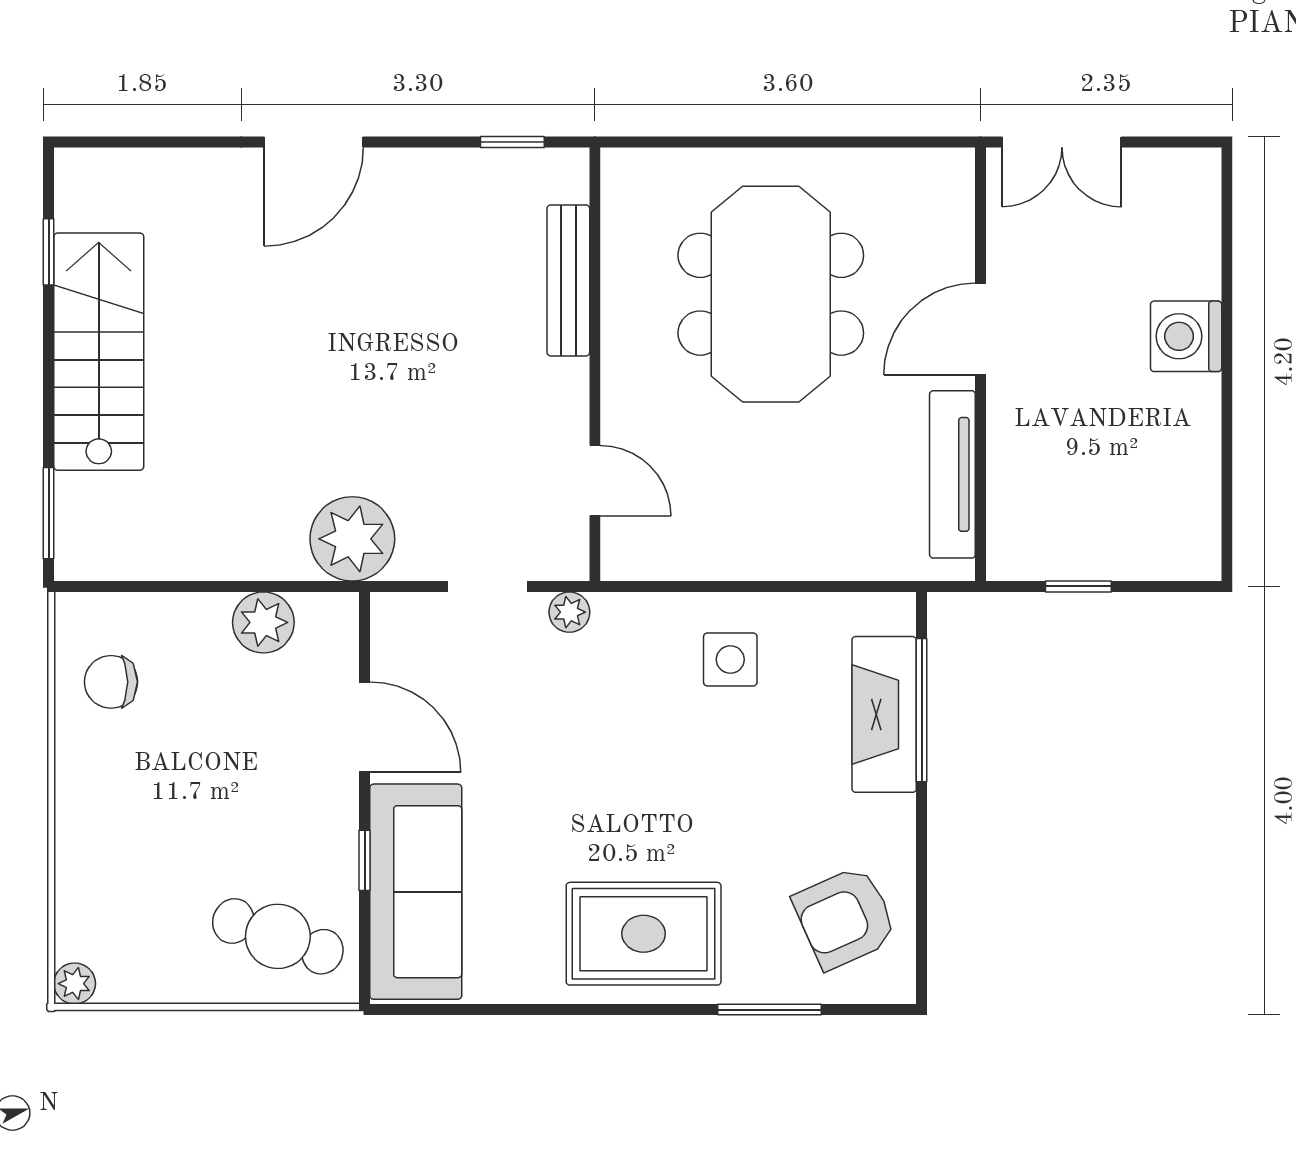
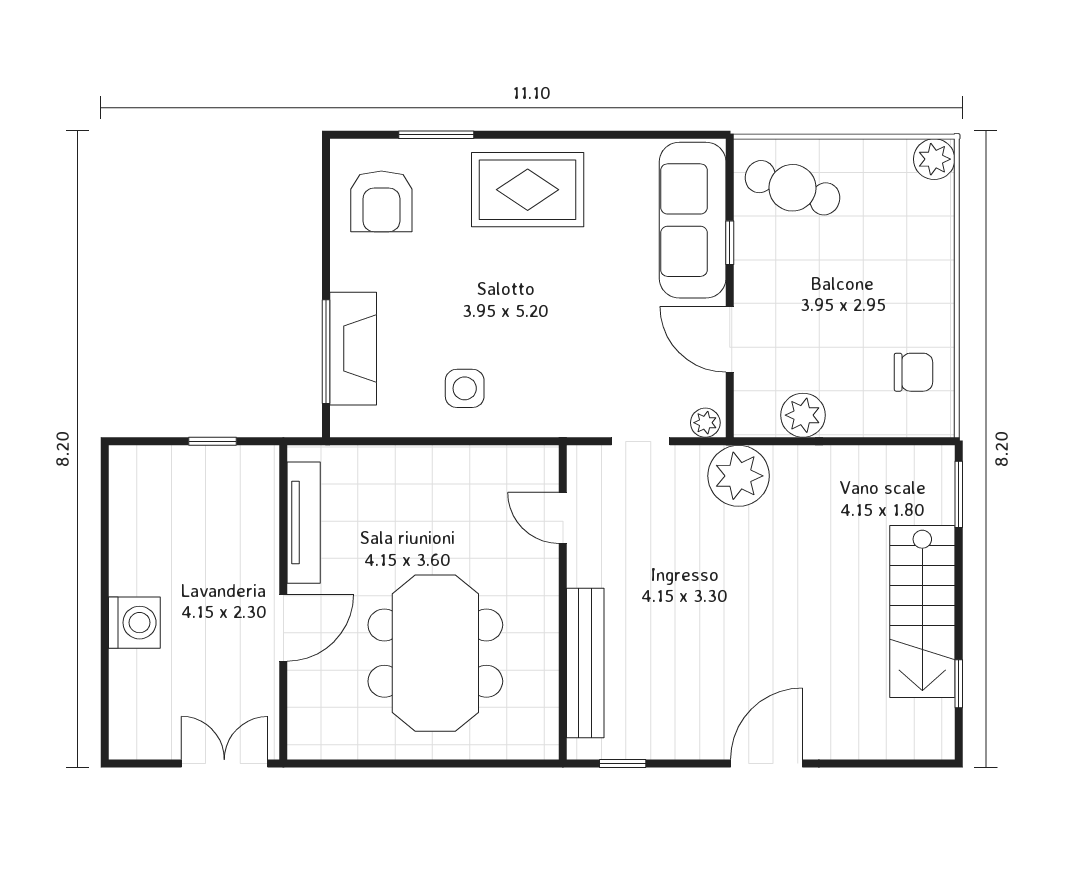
bench: (568, 280) -> (585, 663), width x1.37, depth x1.21
plant: (569, 612) -> (705, 423), moved
armchair: (845, 918) -> (381, 201), turned 114
plant: (75, 984) -> (934, 159), width x1.38, depth x1.38

